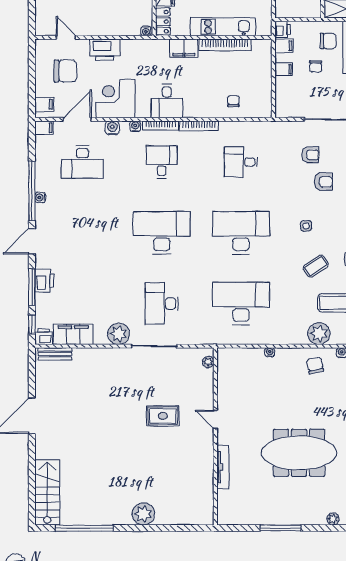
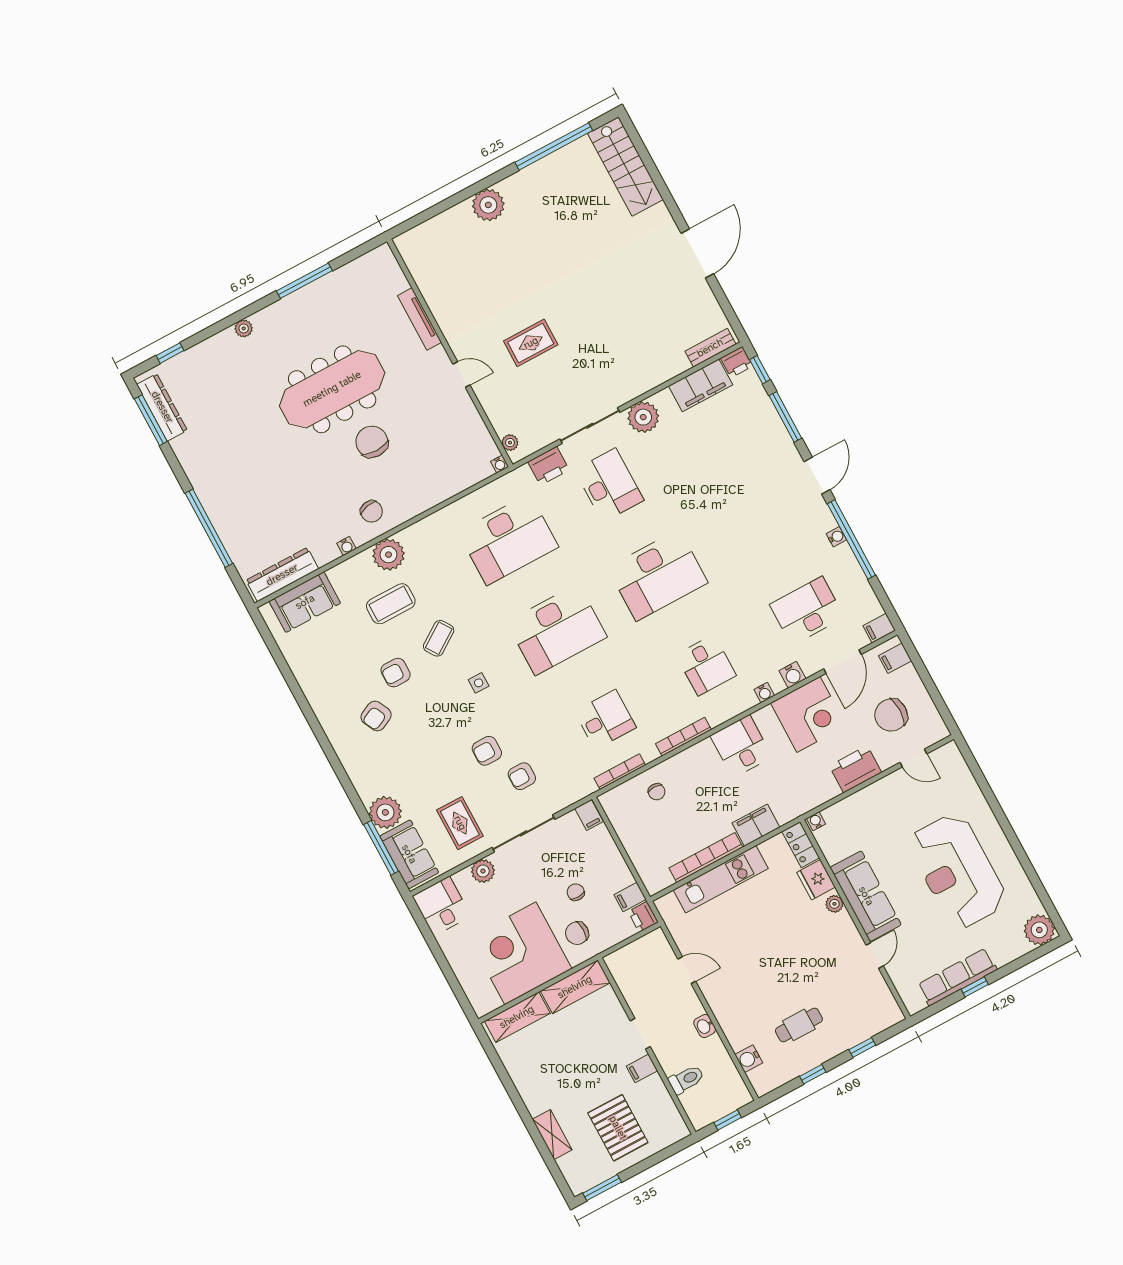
filing cabinet: (284, 69) -> (589, 815), moved, turned -90
bookcase: (160, 126) -> (620, 772), moved
printer: (44, 281) -> (548, 466), moved, turned -90
water cooler: (270, 352) -> (500, 464), moved
chair: (292, 408) -> (372, 442), added

